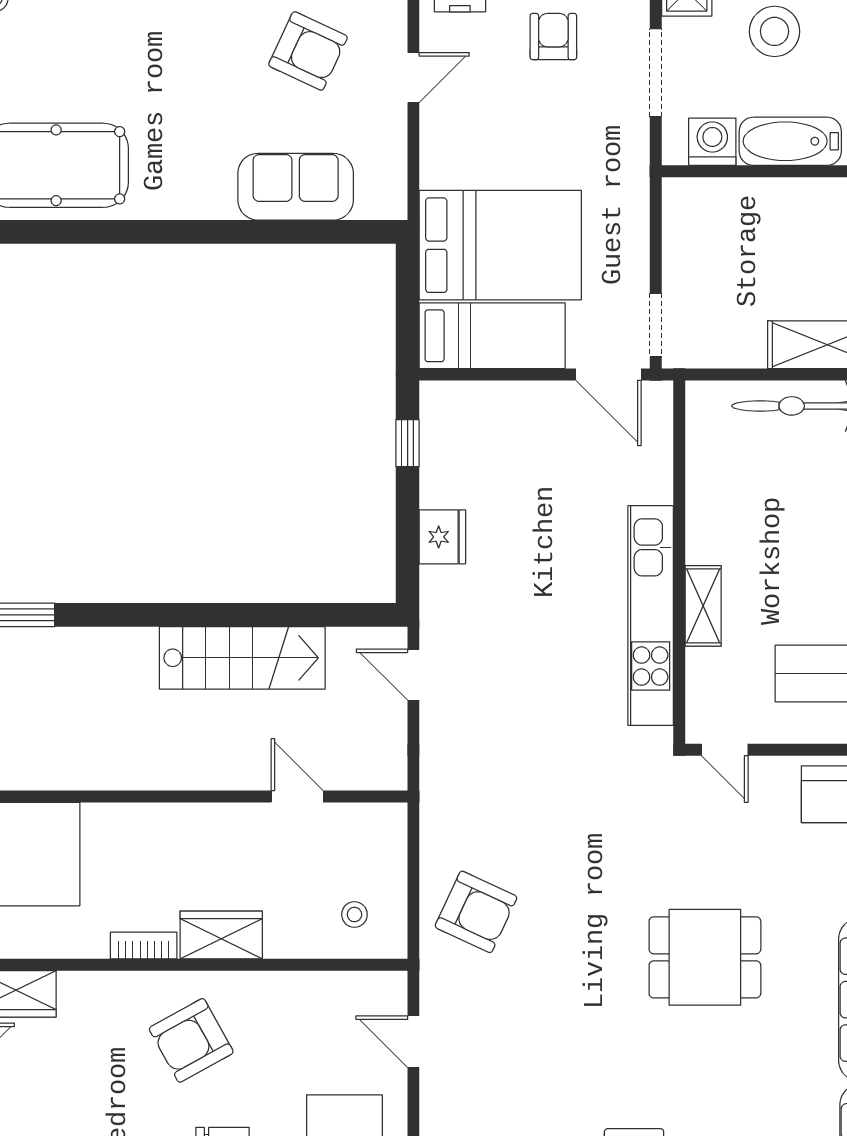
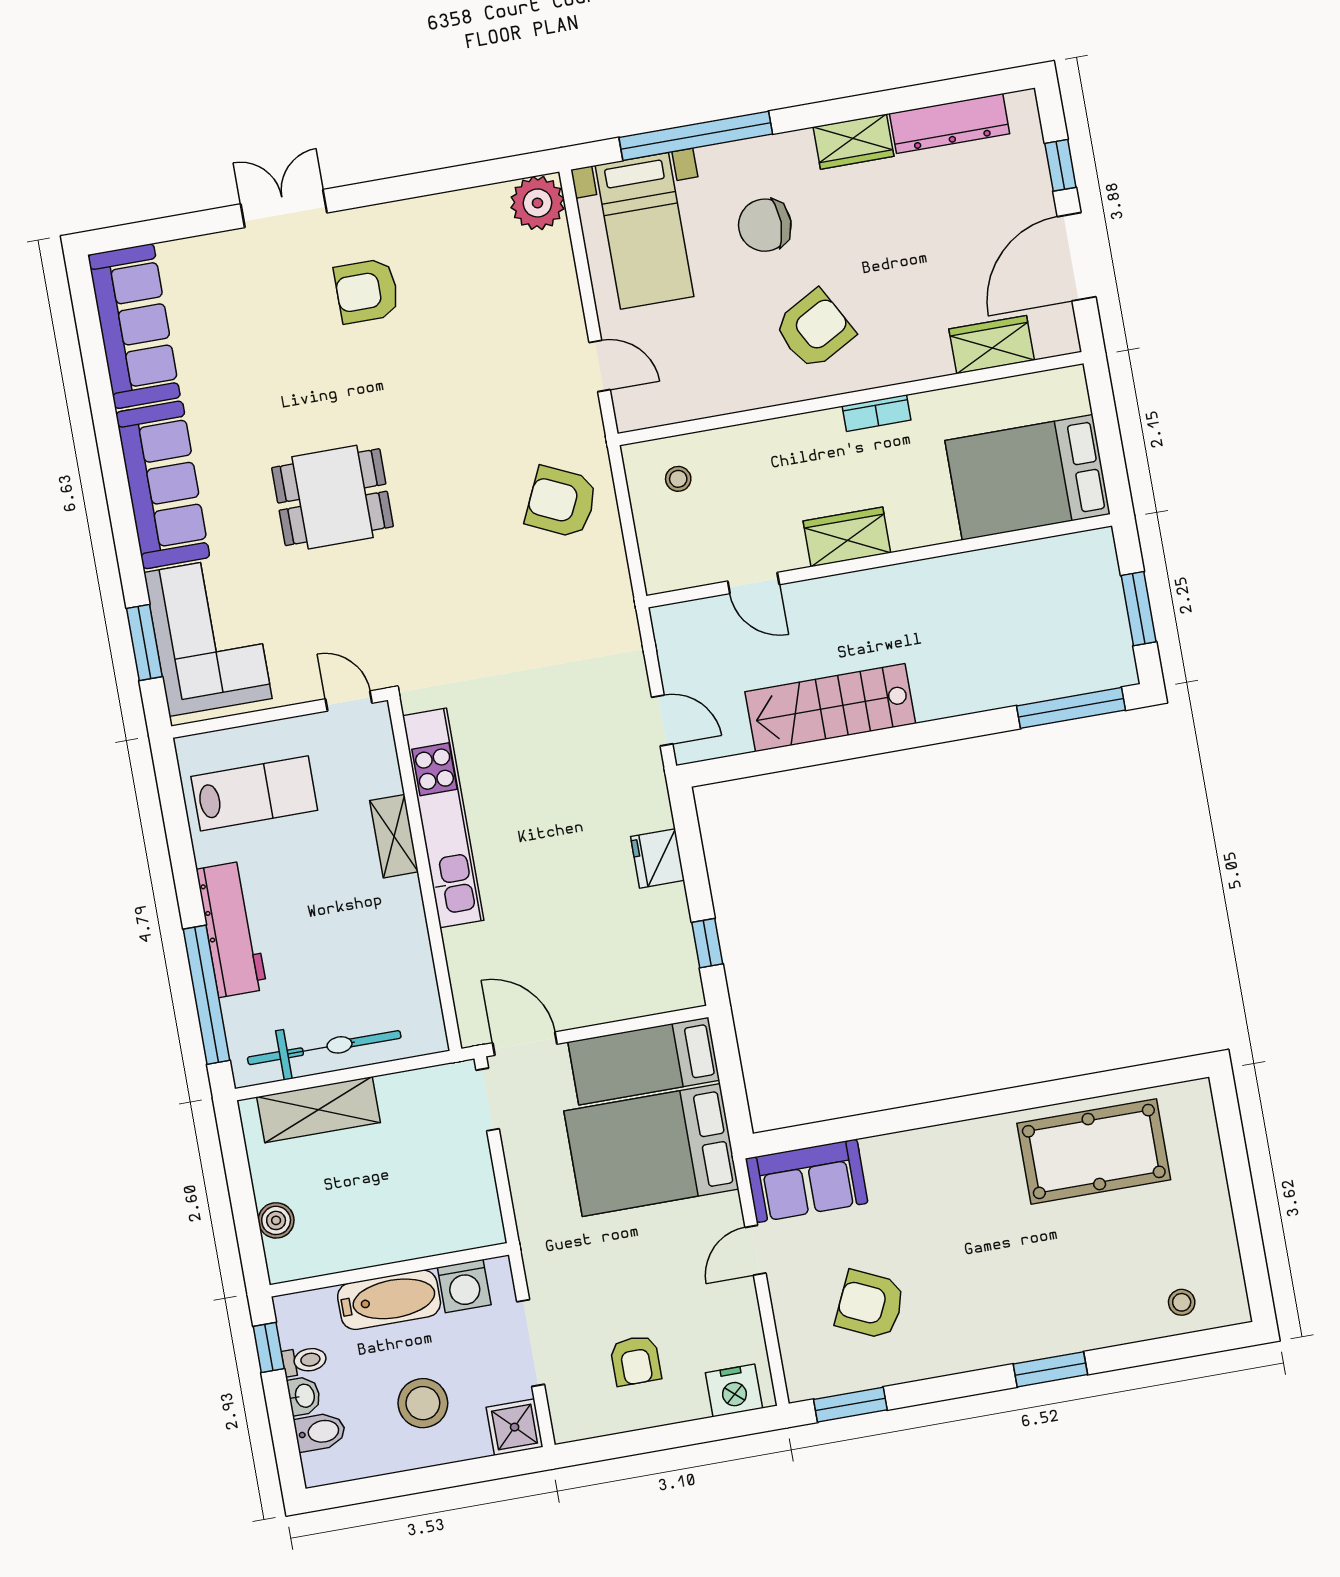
door: (413, 78) -> (756, 1250), moved
sofa: (296, 187) -> (807, 1181), moved
wardrobe: (221, 935) -> (847, 537), moved, turned 180

